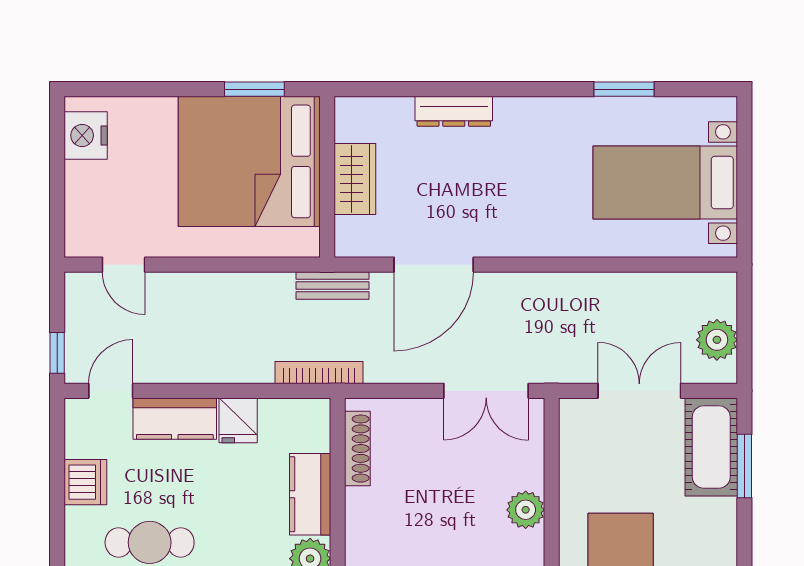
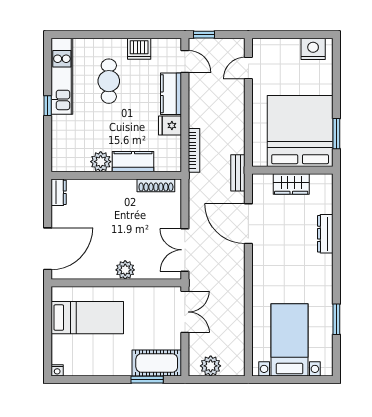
bookcase: (319, 373) -> (194, 150), moved
double door: (639, 391) -> (185, 312), moved

